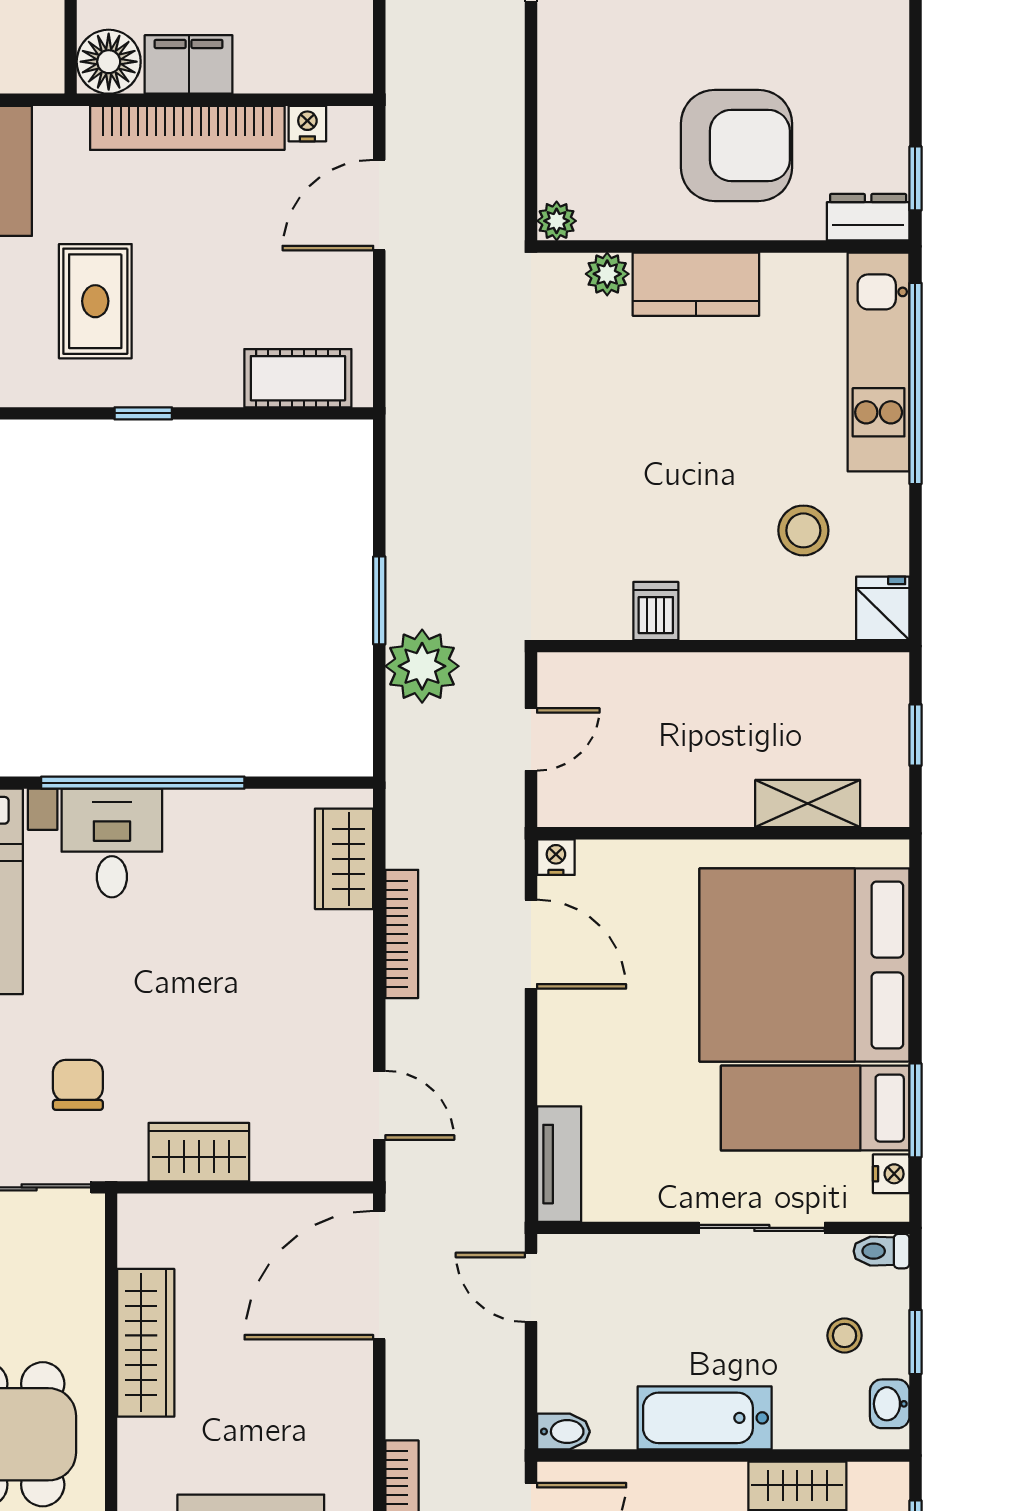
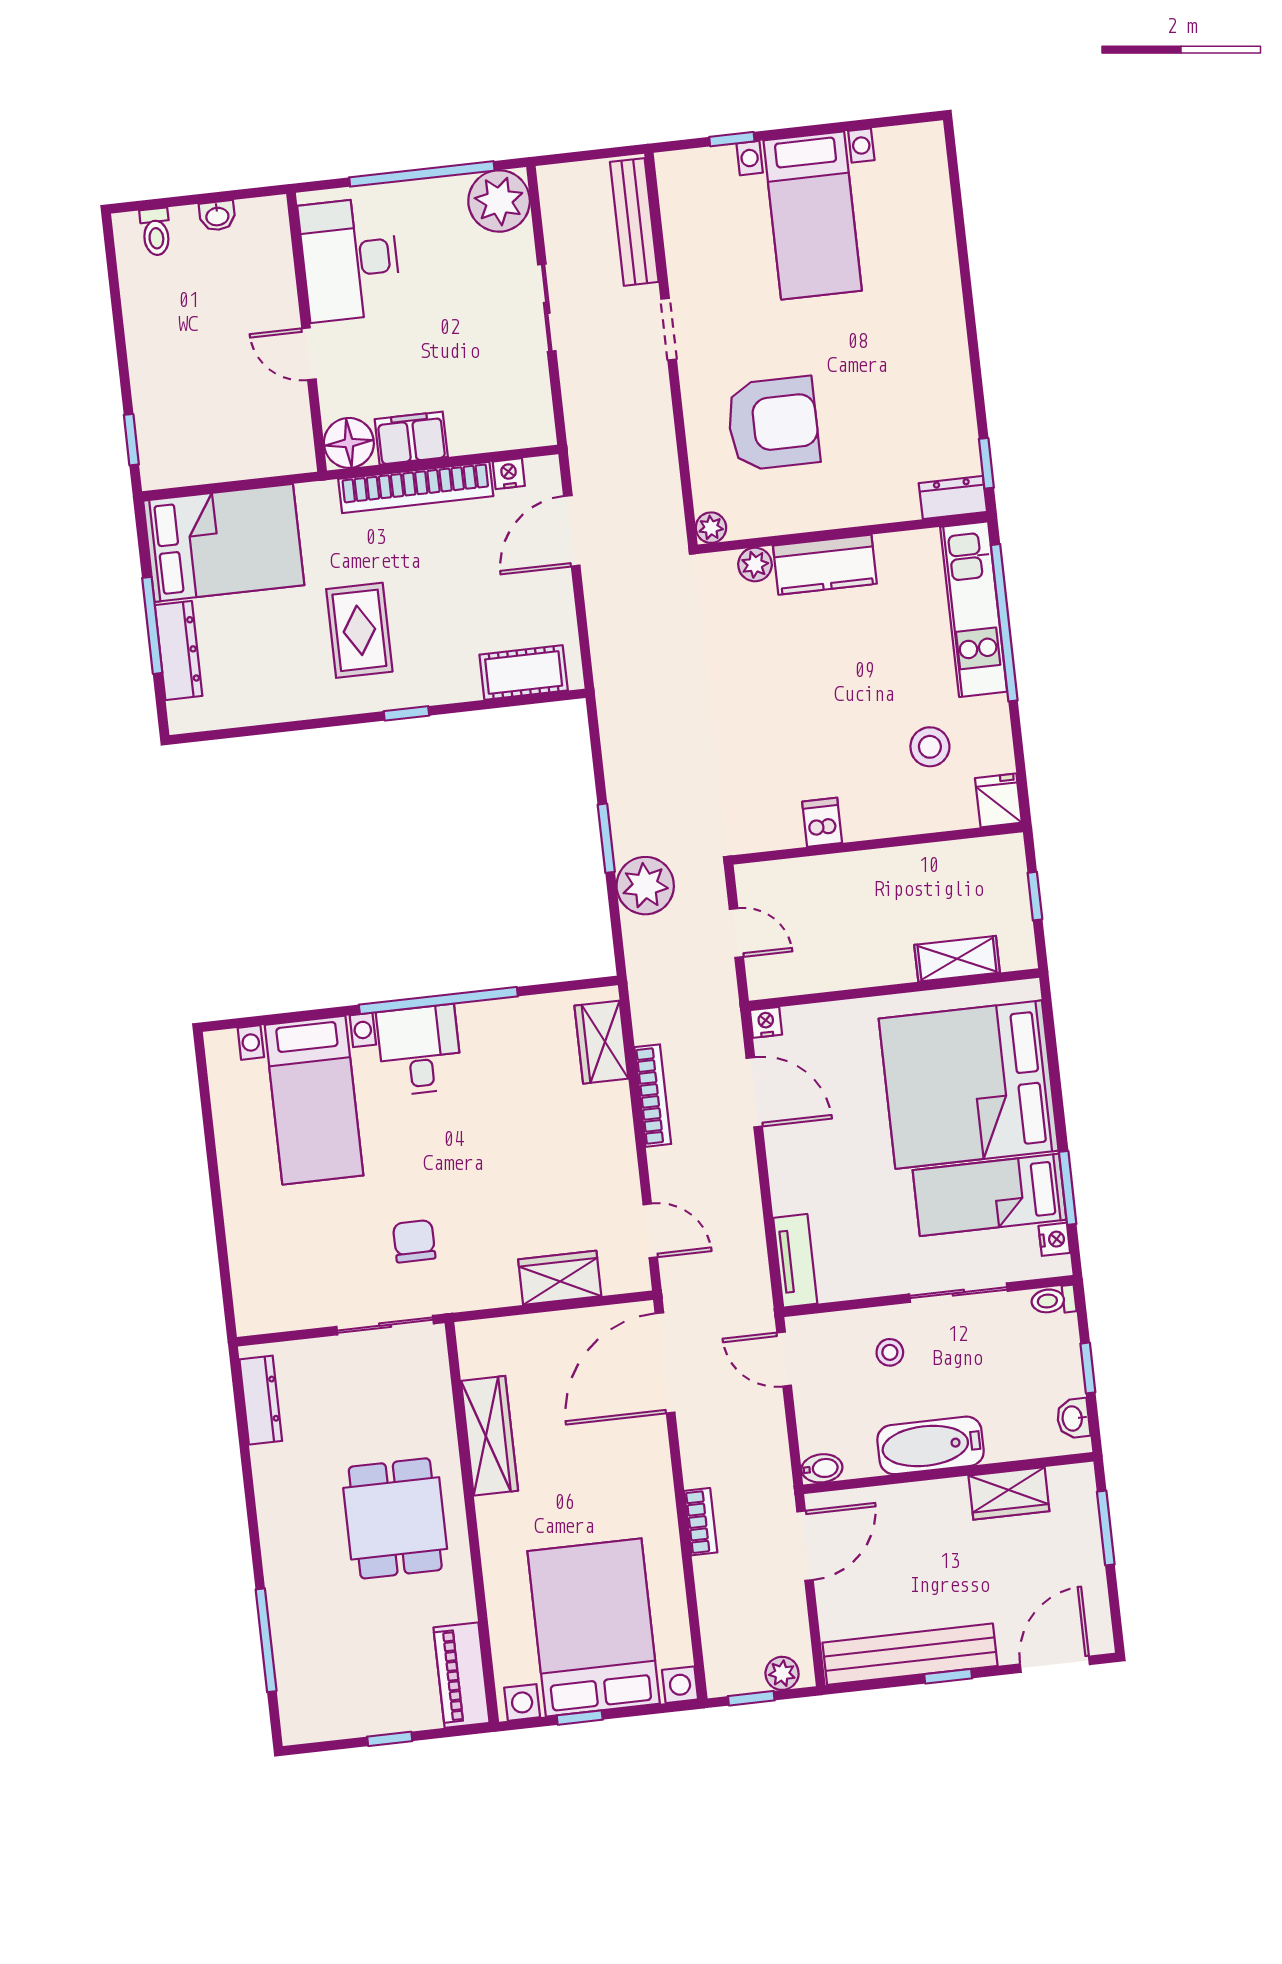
armchair: (737, 145) -> (773, 423), moved
door: (531, 739) -> (736, 933), hinge flipped
wardrobe: (199, 1152) -> (560, 1278), moved
stool: (845, 1336) -> (890, 1352), moved

